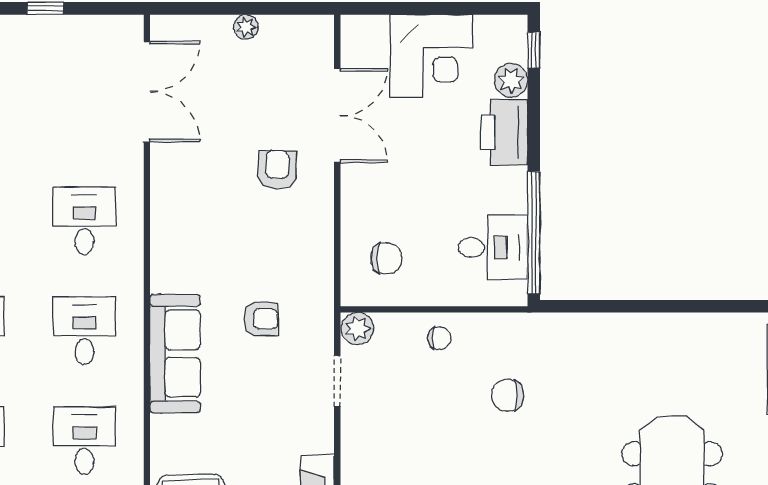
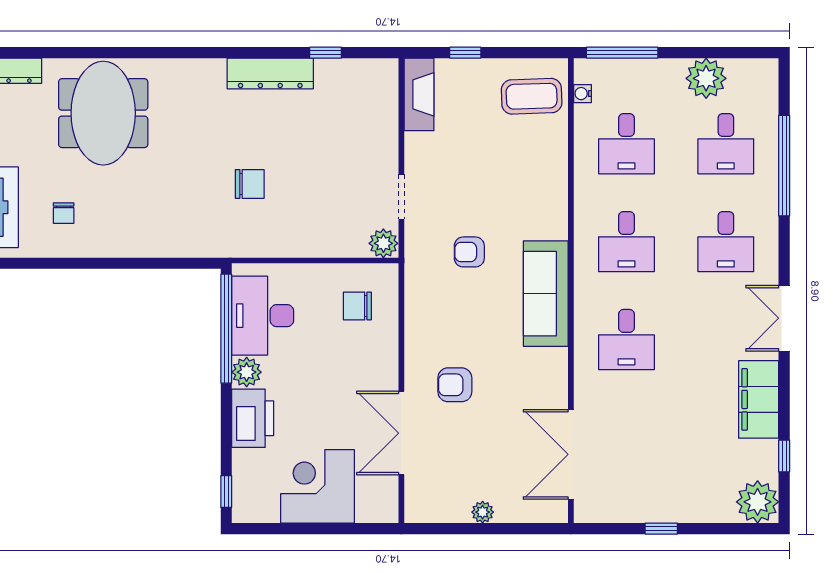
plant: (511, 80) -> (247, 372), moved
armchair: (277, 170) -> (455, 385), turned 88
desk: (493, 247) -> (263, 316), width x1.37
chair: (439, 338) -> (64, 213), moved, turned -90
sofa: (175, 354) -> (546, 294), moved

